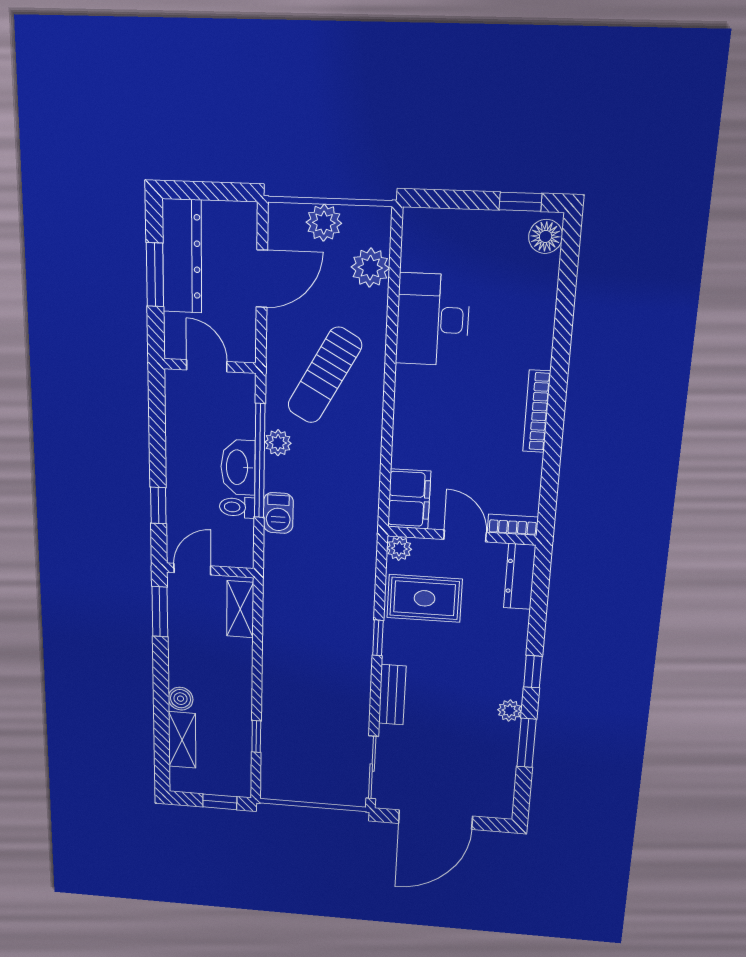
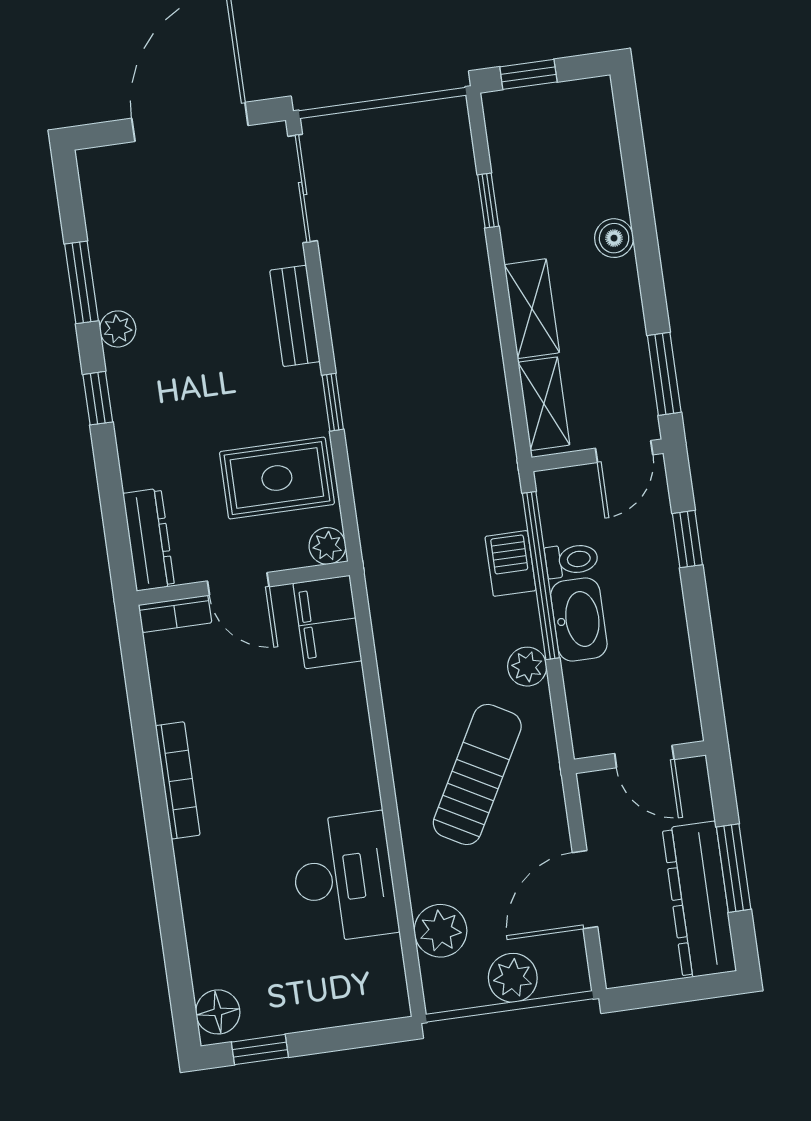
window: (260, 461) -> (541, 576), moved
shelving: (182, 740) -> (532, 309), moved

